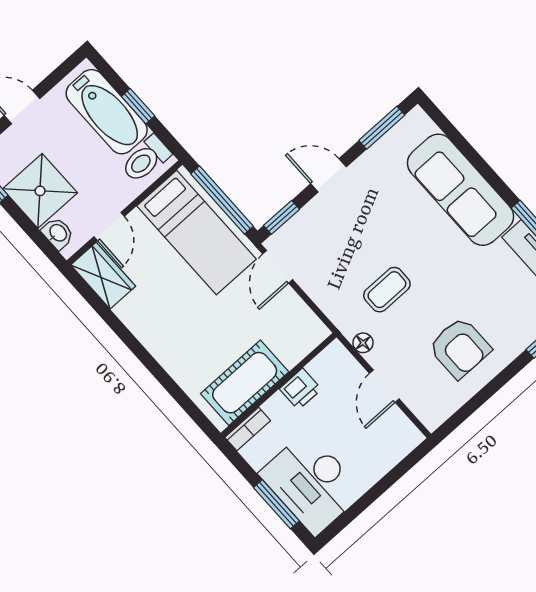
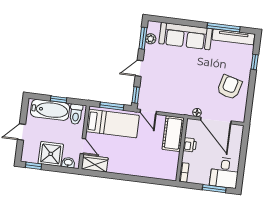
plant: (394, 141) -> (151, 39), added
window: (222, 200) -> (112, 106), width x0.69
coffee table: (387, 290) -> (190, 89), removed
armchair: (460, 348) -> (229, 87), turned -75
cot: (245, 383) -> (173, 134), moved
door: (384, 386) -> (216, 120), width x1.87
desk: (311, 483) -> (224, 173), width x0.73

